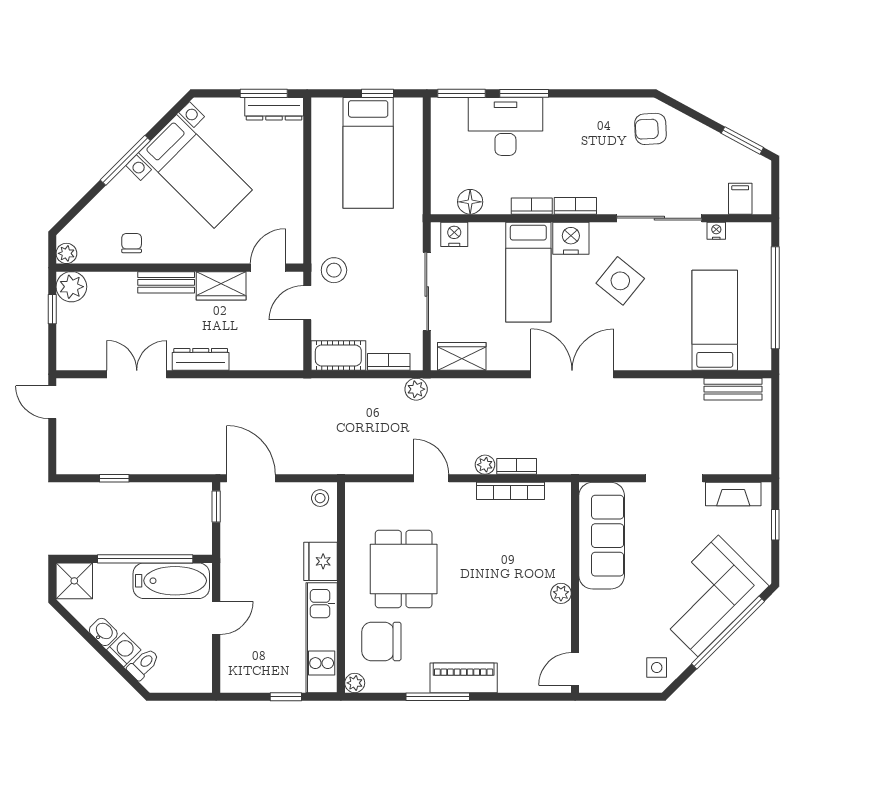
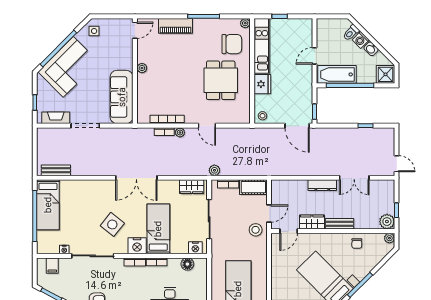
bed: (715, 320) -> (48, 205), moved
piano: (464, 678) -> (175, 26), moved

